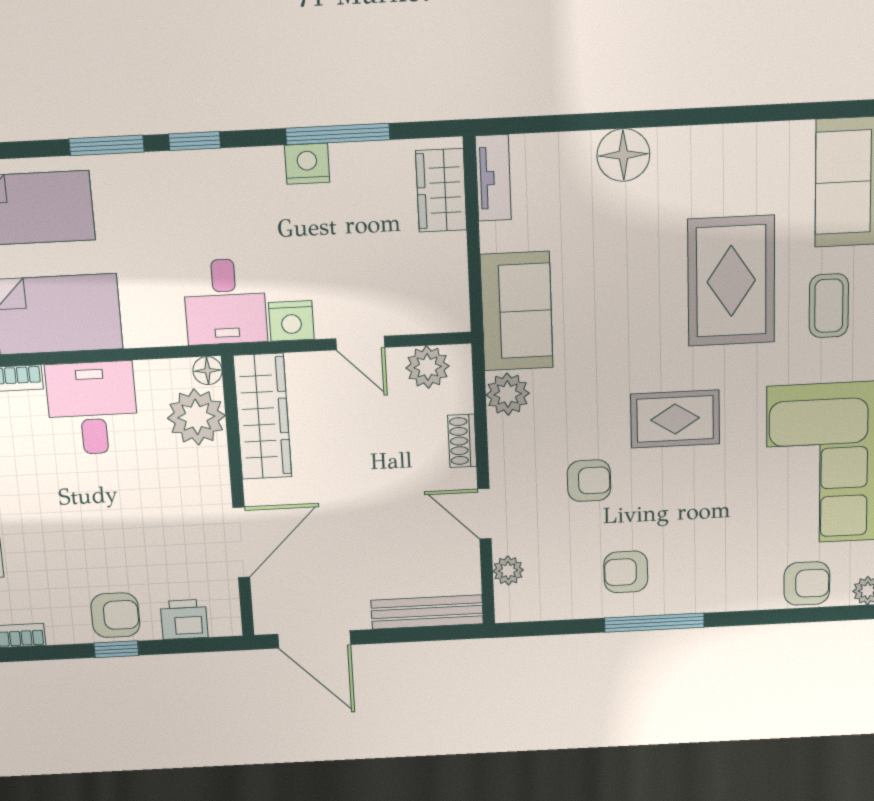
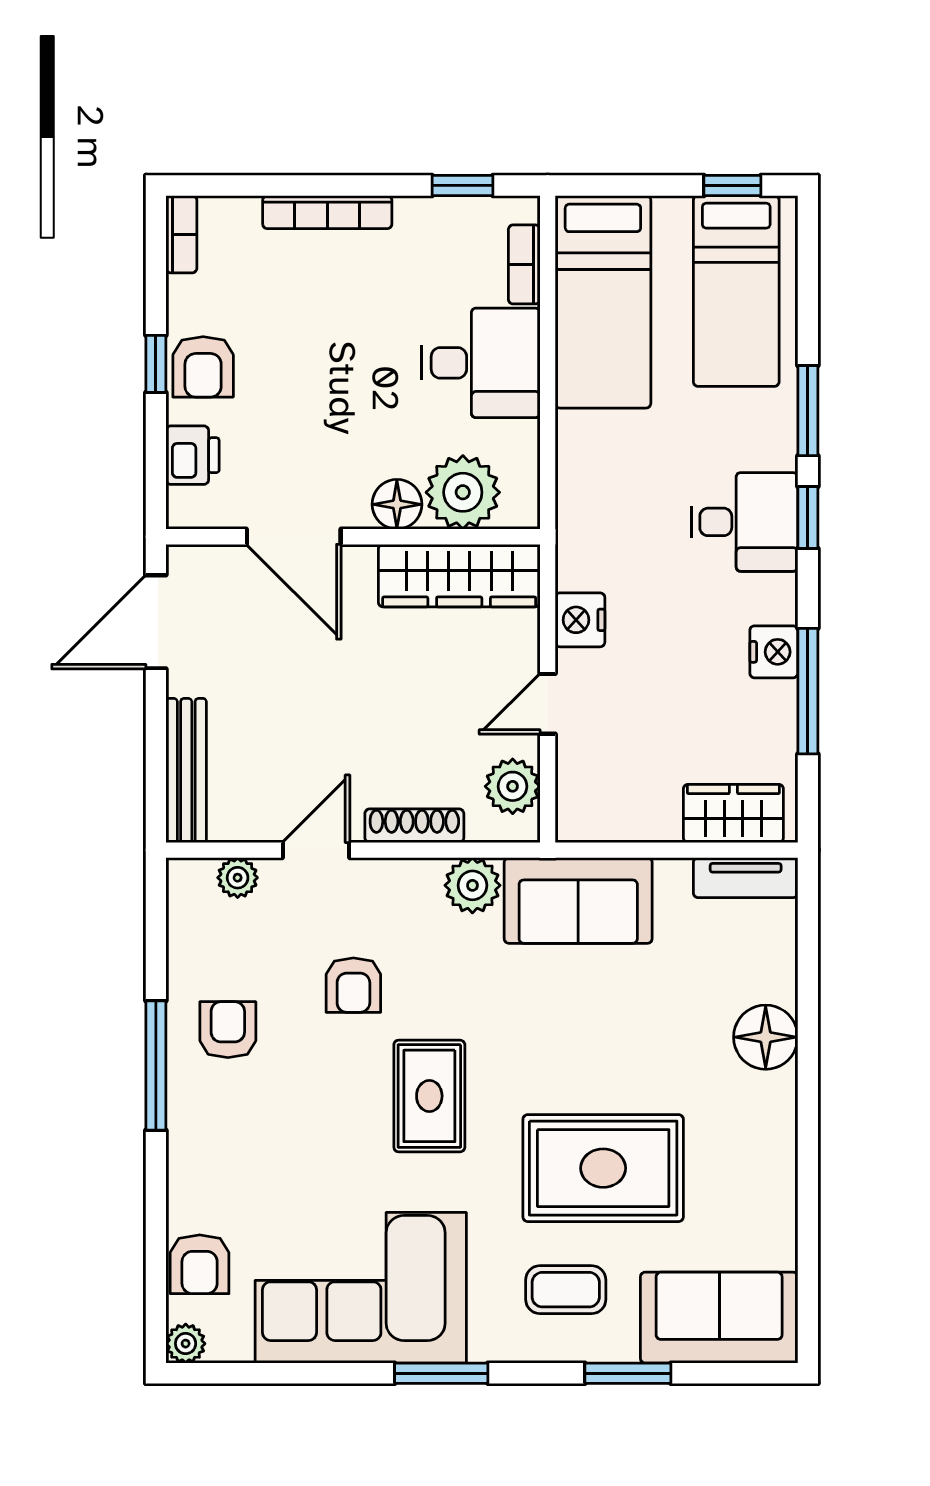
desk: (225, 302) -> (745, 522), moved, turned 180
floor lamp: (208, 371) -> (397, 504), moved, width x1.37, depth x1.37
shoe rack: (462, 441) -> (414, 826), width x1.43

